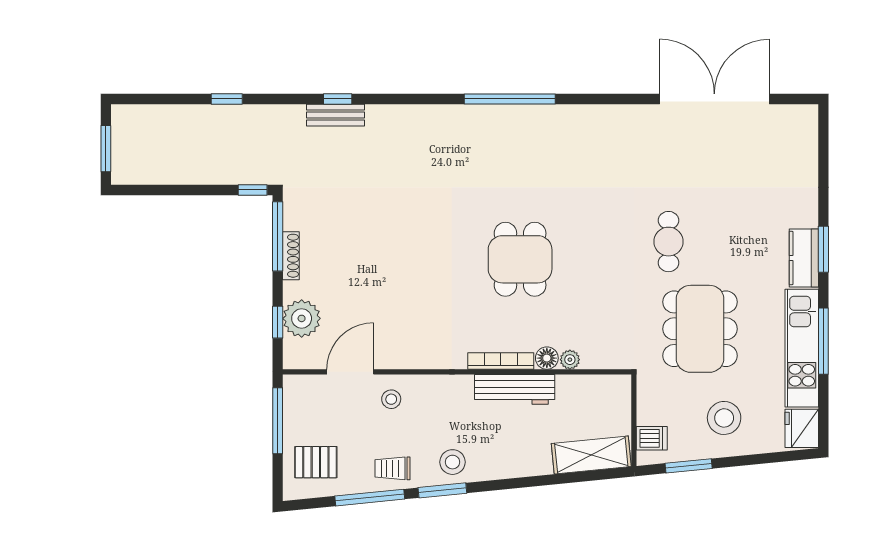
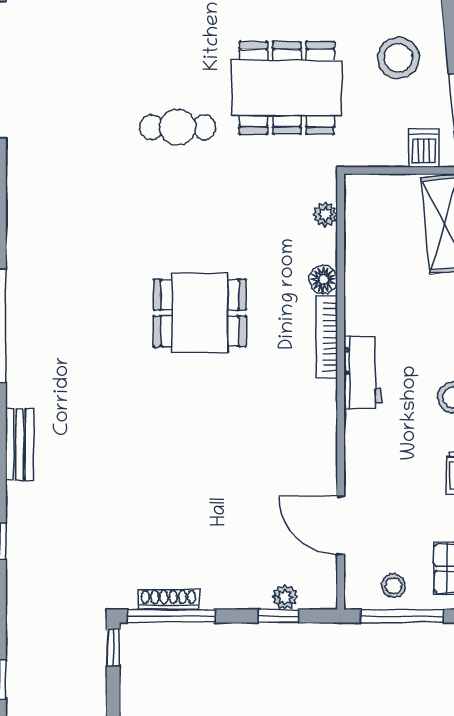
bench: (336, 115) -> (20, 445), moved
shoe rack: (291, 256) -> (168, 599), moved
plant: (302, 318) -> (285, 597), width x0.53, depth x0.53
plant: (570, 360) -> (325, 214), moved
workbench: (515, 389) -> (363, 372), moved, width x0.73
stool: (391, 399) -> (394, 586), moved

